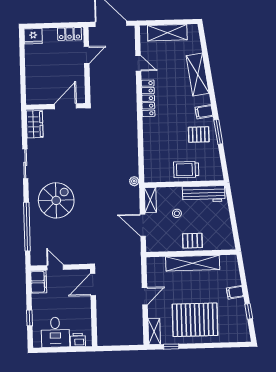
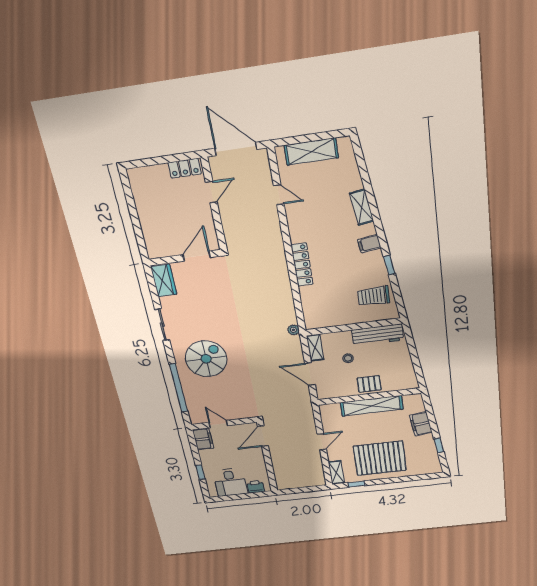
fridge: (33, 36) -> (139, 177), removed
shelving: (198, 75) -> (362, 207), width x0.67, depth x0.75
locker: (148, 98) -> (302, 265), moved
window: (218, 132) -> (389, 265), width x0.67
pallet: (199, 135) -> (365, 271), removed
trolley: (186, 170) -> (374, 296), moved
filing cabinet: (235, 292) -> (421, 424), width x2.00

